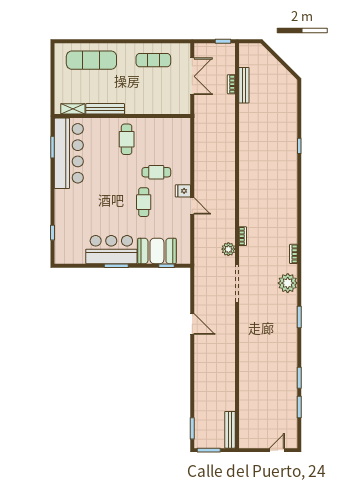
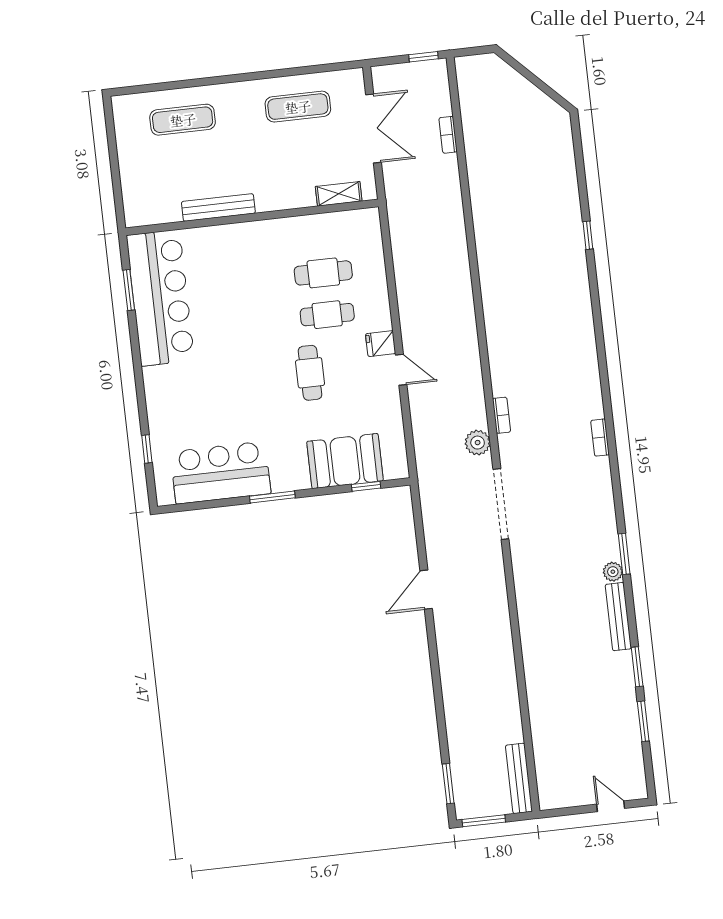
exercise mat: (91, 60) -> (183, 120), width x0.73, depth x0.69
bench: (244, 85) -> (618, 617), moved
shelving: (73, 109) -> (339, 194), moved
cafe table: (127, 139) -> (323, 273), moved, turned 90
bar counter: (111, 250) -> (221, 473), moved
plant: (288, 283) -> (613, 572), moved, width x0.53, depth x0.53
door: (192, 324) -> (426, 590), swing flipped
door: (277, 450) -> (611, 806), hinge flipped

